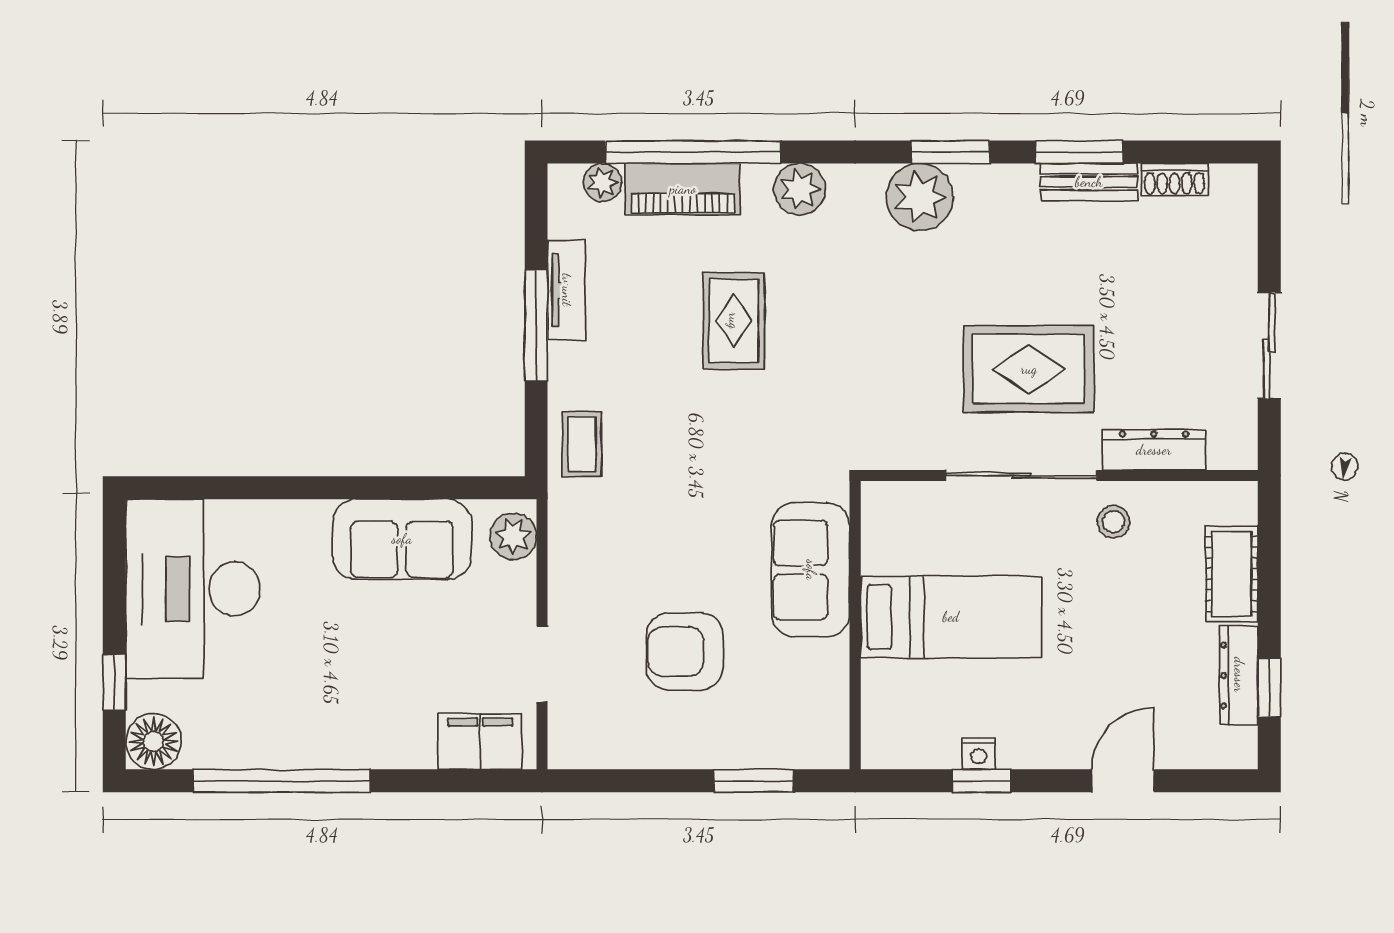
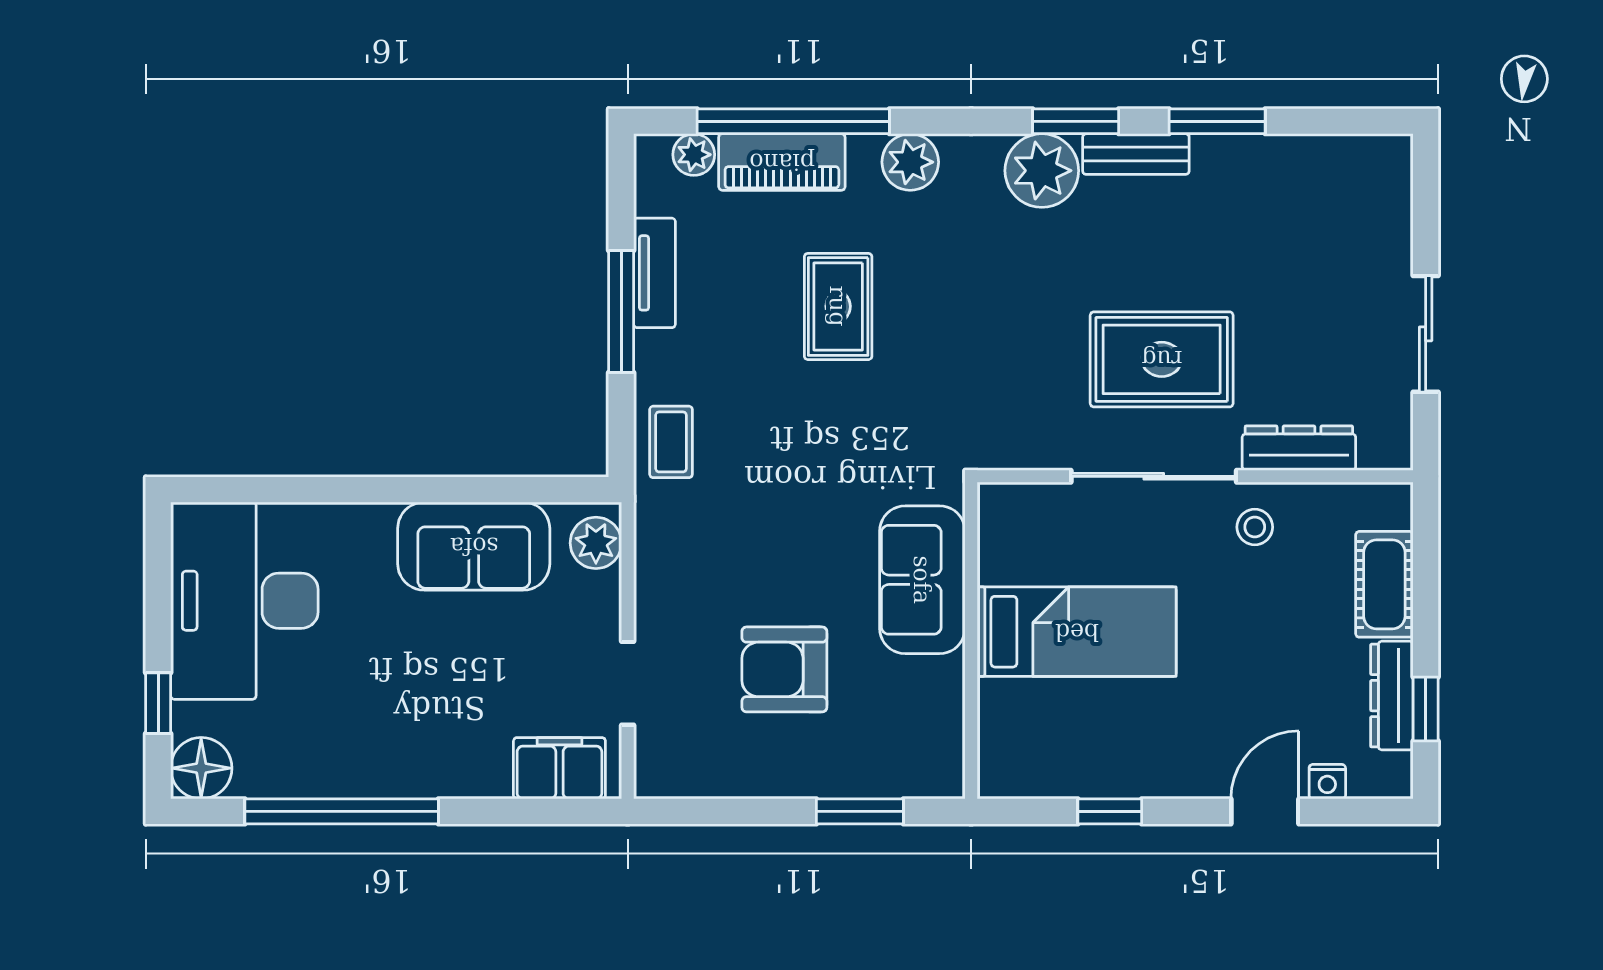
shoe rack: (1175, 180) -> (1322, 152), removed
bench: (1089, 182) -> (1136, 154), moved
nightstand: (979, 754) -> (1327, 782), moved

